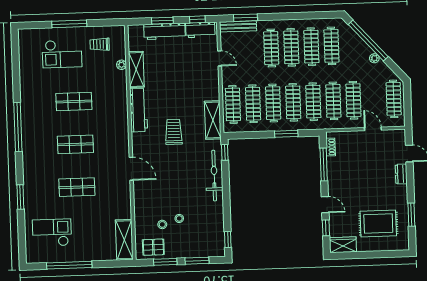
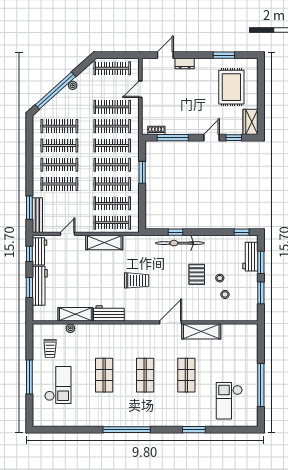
workbench: (139, 110) -> (109, 313), width x0.73
shelving: (213, 120) -> (104, 242), moved
trolley: (174, 132) -> (137, 280), turned 180
window: (225, 152) -> (175, 232), moved
shelving: (124, 240) -> (201, 331), moved
pallet: (153, 247) -> (197, 274), moved
workbench: (203, 250) -> (250, 257), added

